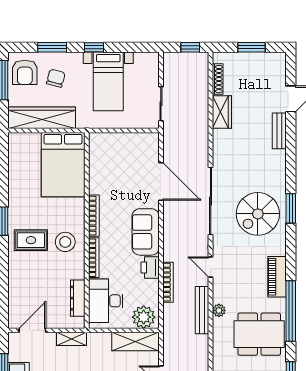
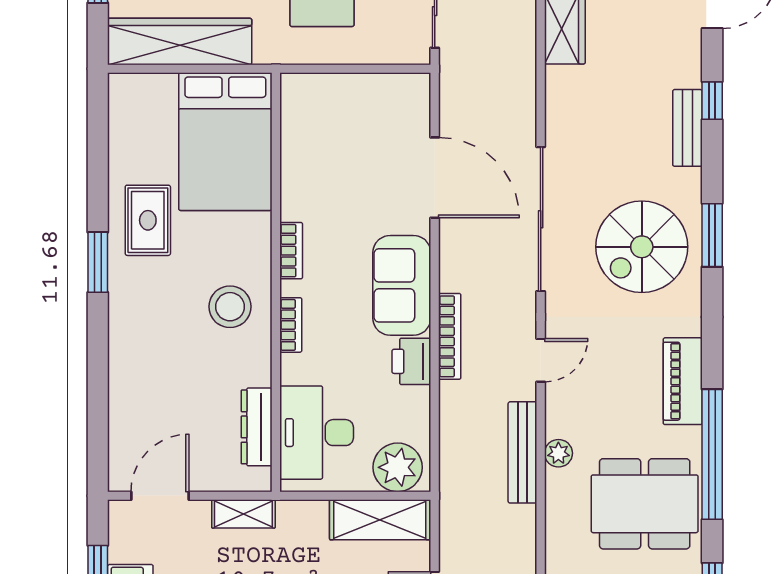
bench: (279, 131) -> (687, 128), moved
window: (291, 146) -> (712, 101), added
bookcase: (94, 216) -> (291, 251), width x0.64
rug: (31, 240) -> (148, 220), moved, turned 90
bookcase: (94, 258) -> (291, 325), width x0.64
door: (211, 267) -> (541, 360), swing flipped
bookcase: (168, 282) -> (450, 336), moved

